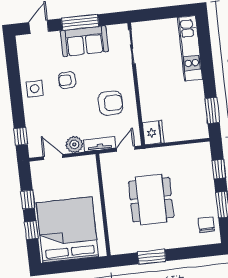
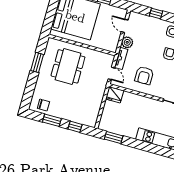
window: (21, 136) -> (156, 14), moved
door: (53, 157) -> (125, 26), swing flipped
dining table: (151, 200) -> (68, 66), moved, turned 90

